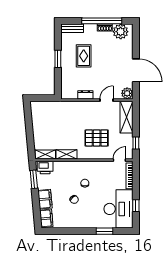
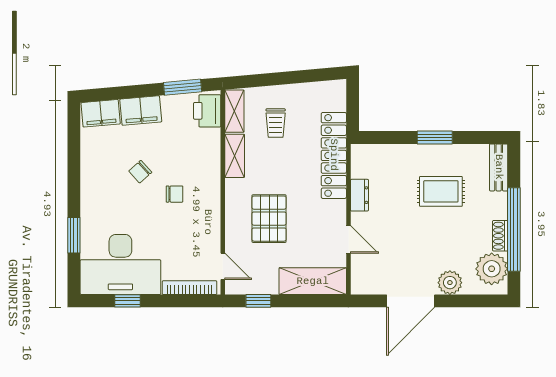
plant: (127, 93) -> (450, 283), moved
locker: (66, 107) -> (334, 155), added
trolley: (51, 135) -> (276, 123), added

